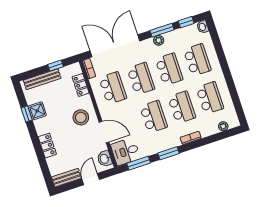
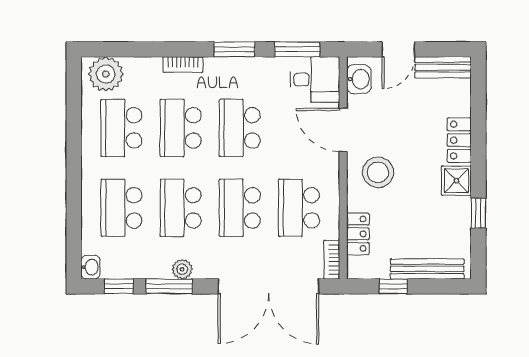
shower: (37, 111) -> (456, 181), moved
plant: (223, 126) -> (106, 74), width x1.88, depth x1.88

